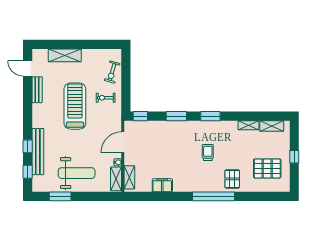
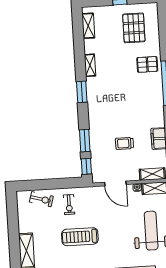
treadmill: (75, 106) -> (80, 237), width x0.73, depth x0.73
window: (176, 116) -> (85, 141), moved
shelving: (249, 125) -> (90, 65), moved
trolley: (208, 152) -> (124, 143), moved

